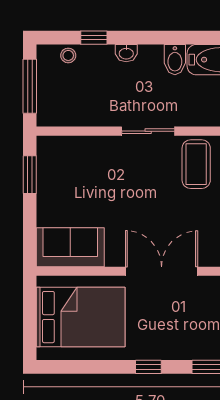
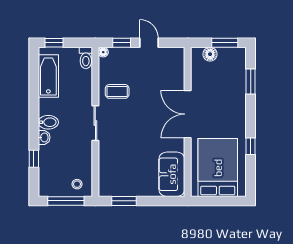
stool: (68, 55) -> (77, 184), moved
bidet: (175, 60) -> (48, 122), moved
coffee table: (196, 164) -> (117, 91), width x0.73, depth x0.77
window: (148, 367) -> (251, 146), moved

